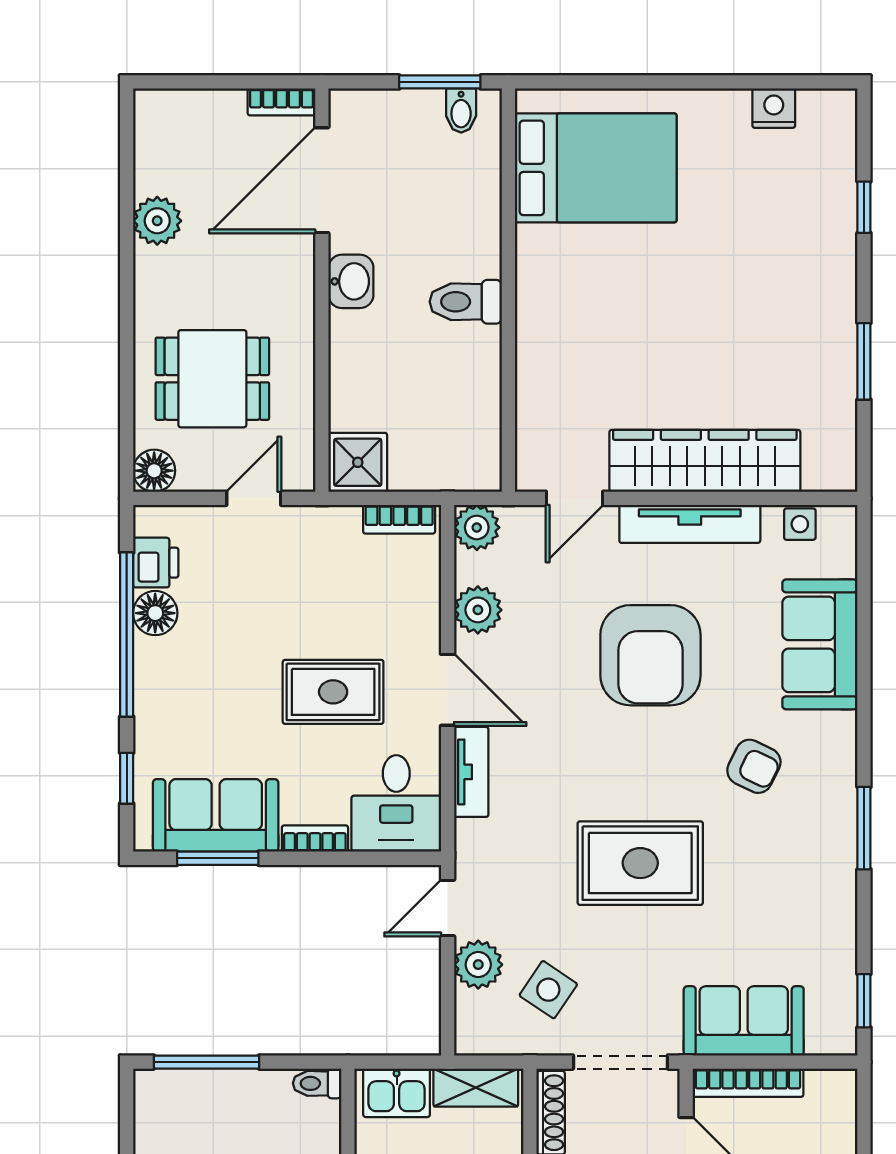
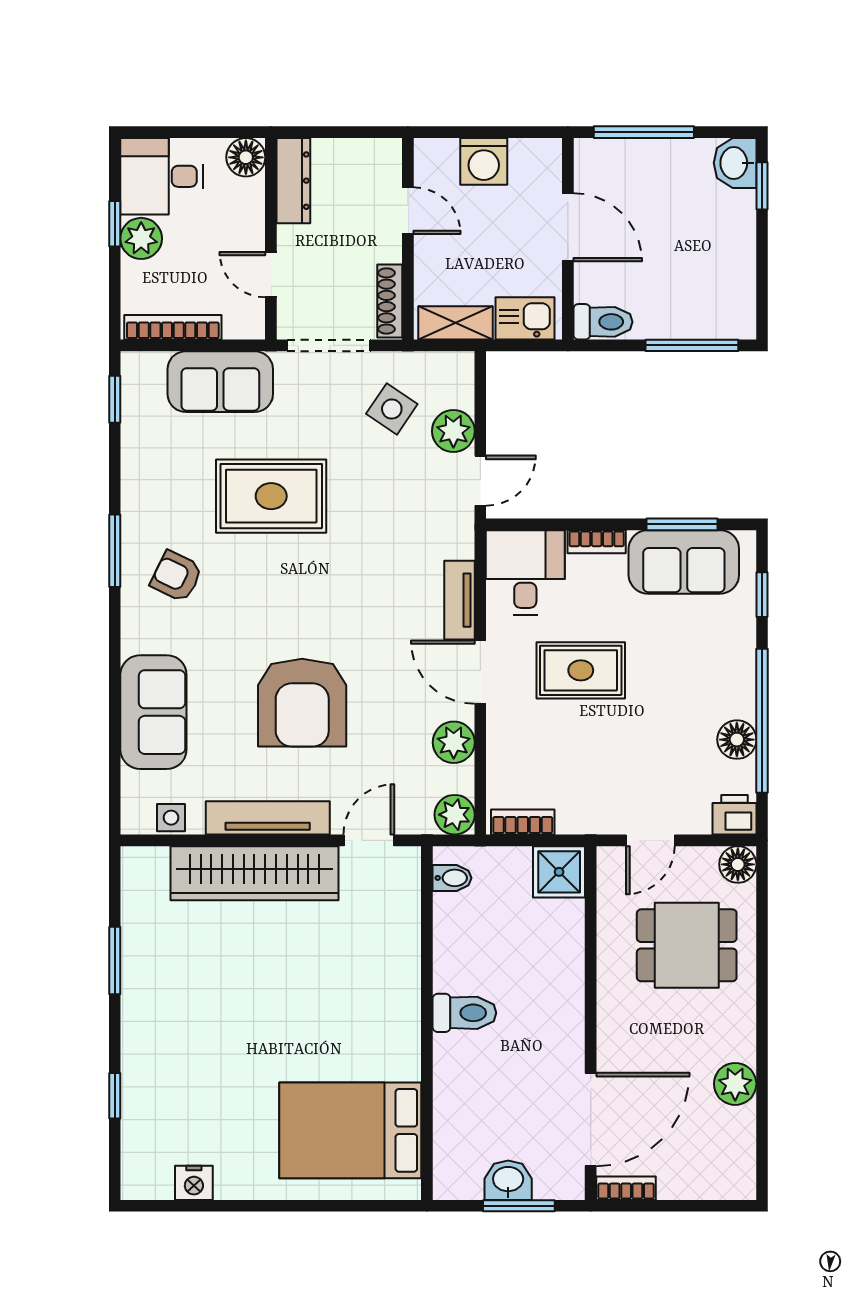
window: (440, 82) -> (519, 1206), moved
bidet: (461, 111) -> (452, 878), moved, turned 90
washbasin: (351, 281) -> (508, 1180), moved, turned 90
printer: (156, 563) -> (734, 815), moved, turned 90
armchair: (650, 655) -> (302, 703), turned 180
armchair: (754, 766) -> (176, 576), moved
rug: (640, 863) -> (271, 496), moved
toilet: (317, 1083) -> (603, 322), width x1.37, depth x1.39
bookcase: (748, 1083) -> (173, 327), moved

